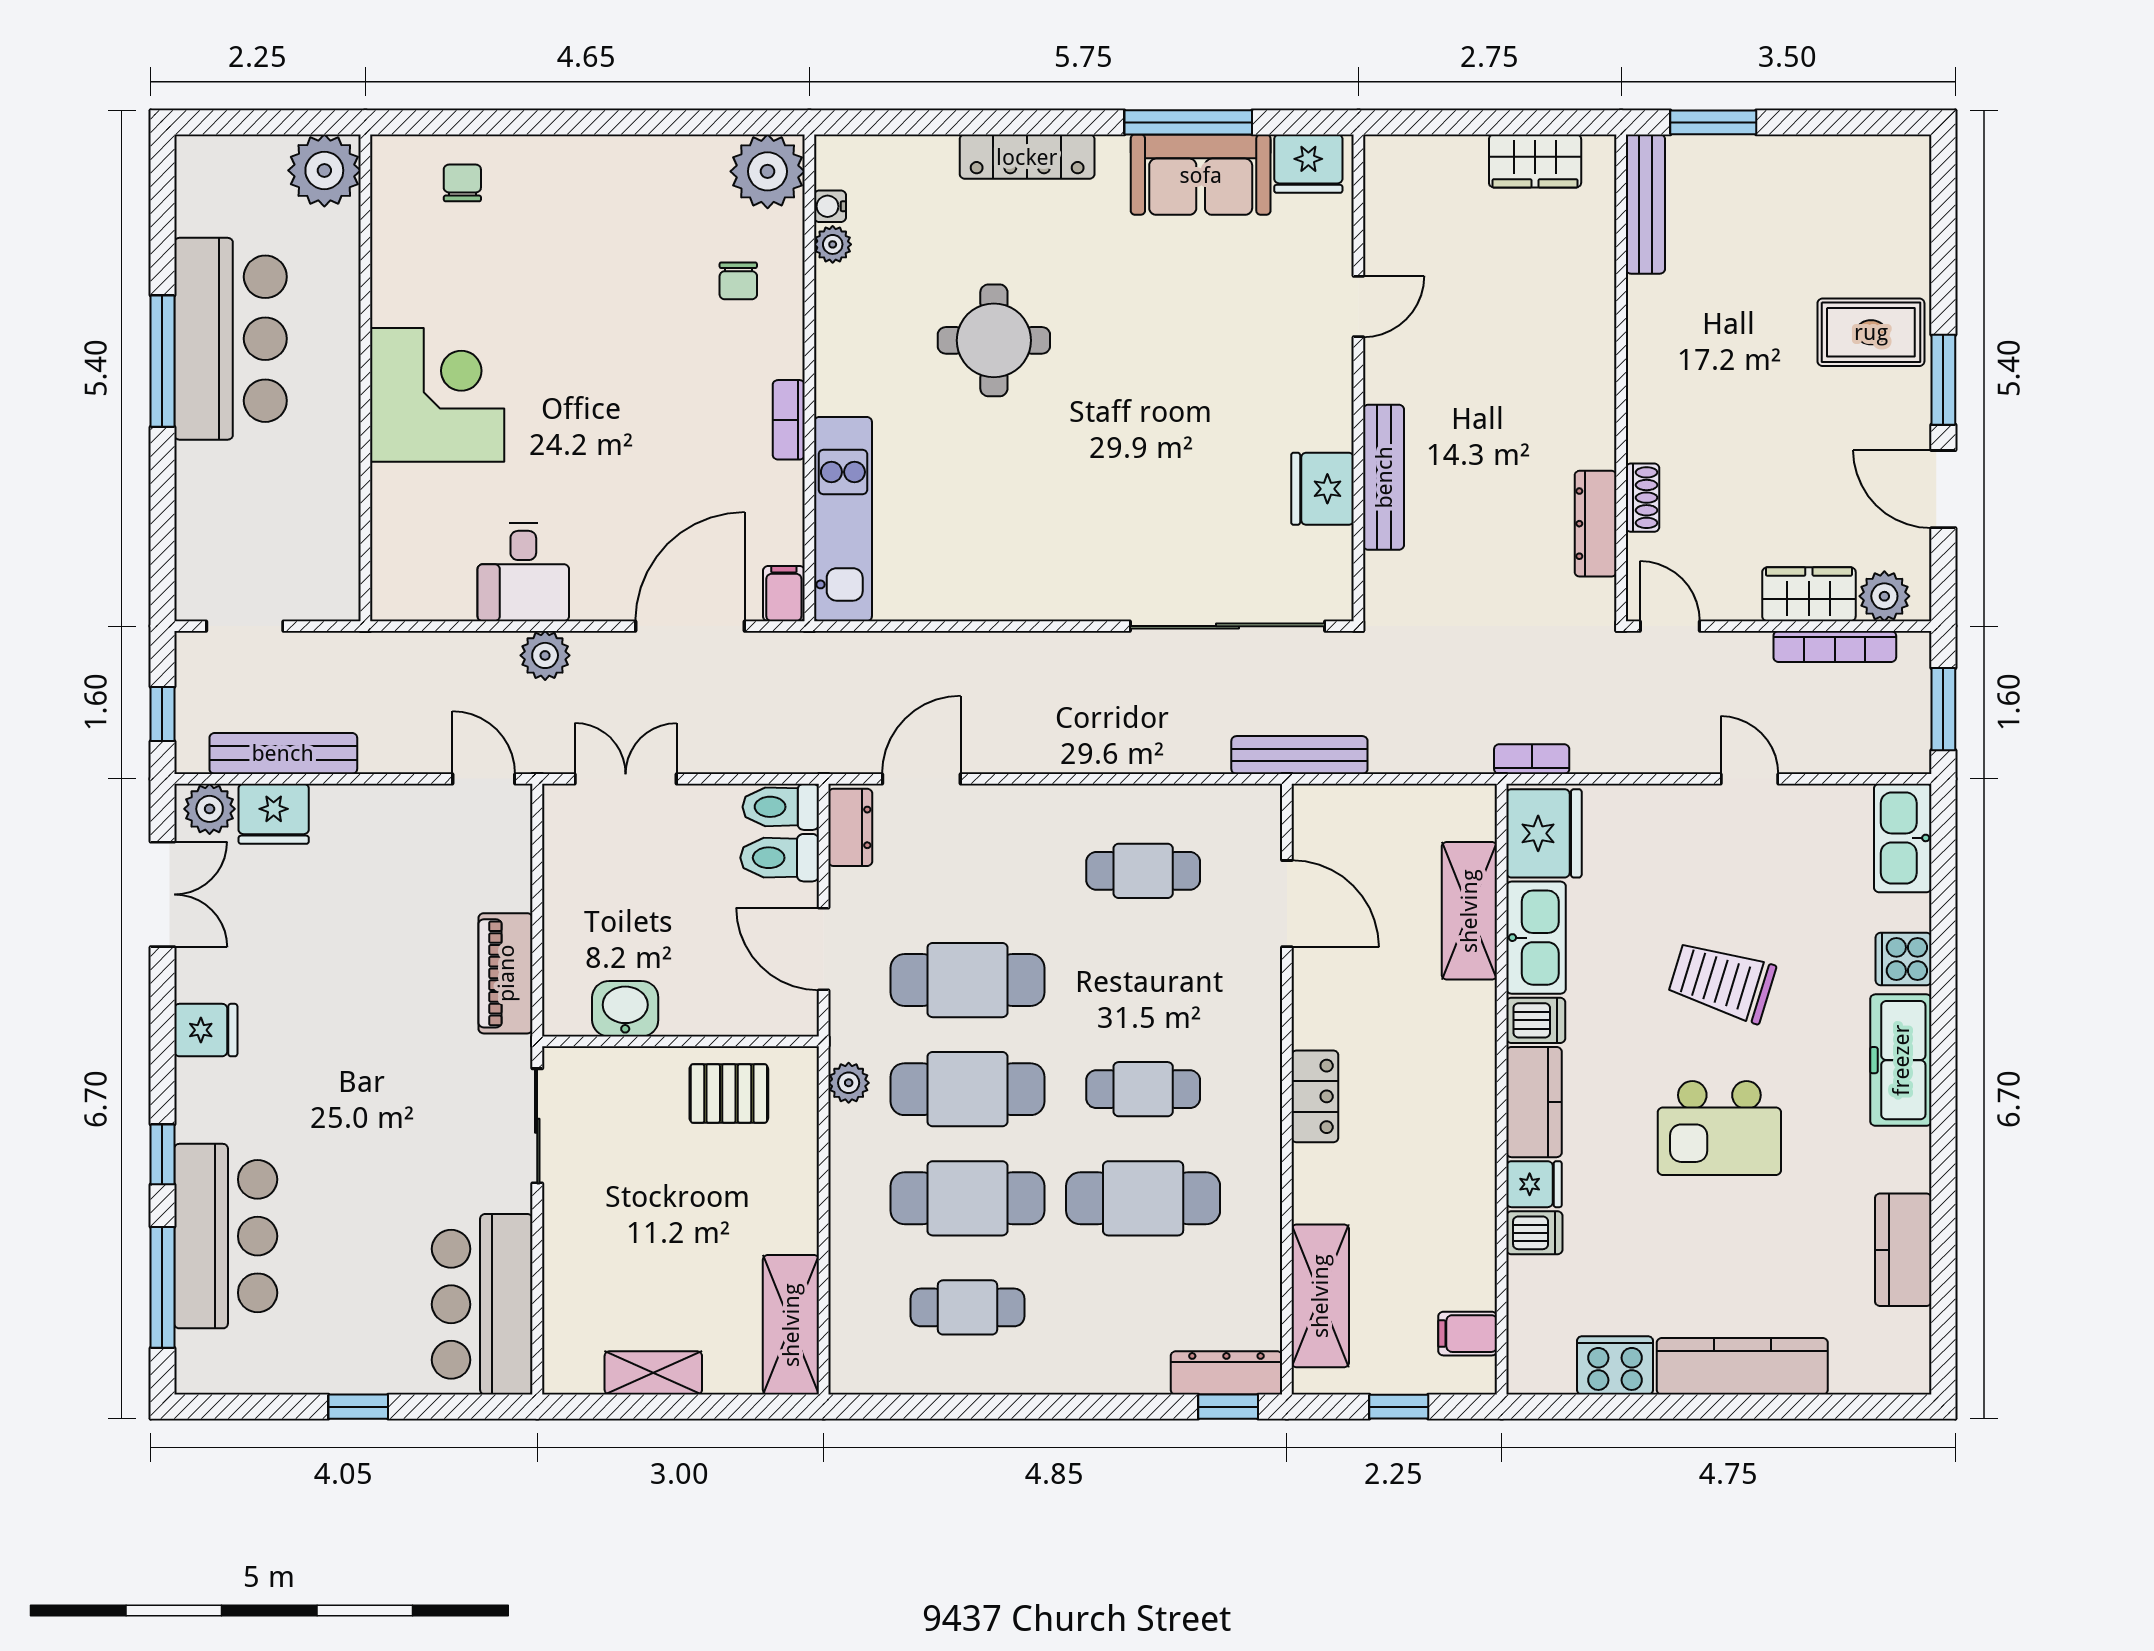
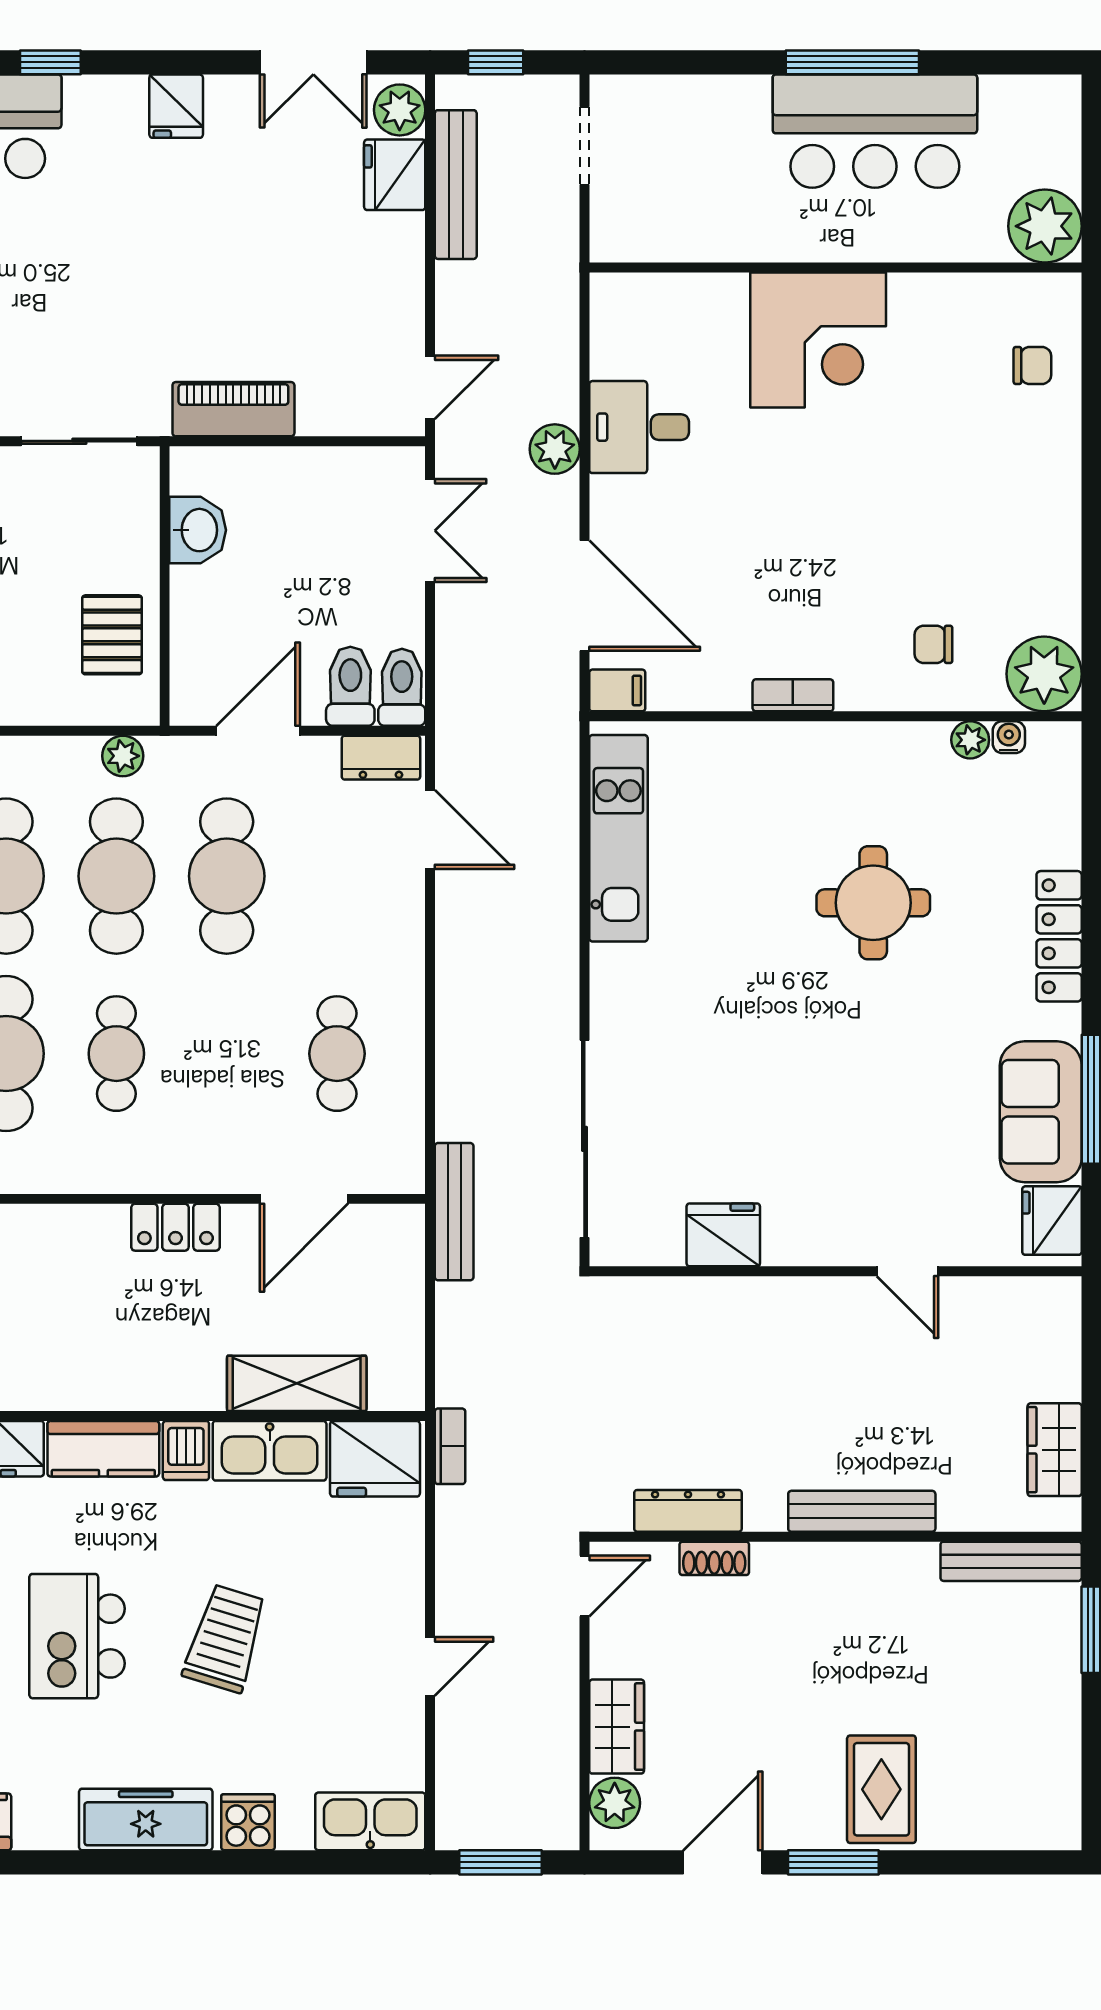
bench: (1384, 477) -> (862, 1511), moved
kitchen unit: (843, 519) -> (618, 838), moved, turned -90
bookcase: (1835, 646) -> (564, 1753), removed
locker: (1315, 1096) -> (175, 1227), moved

